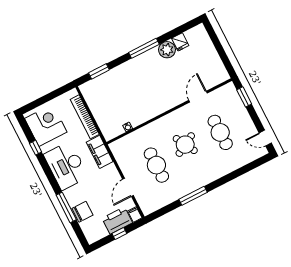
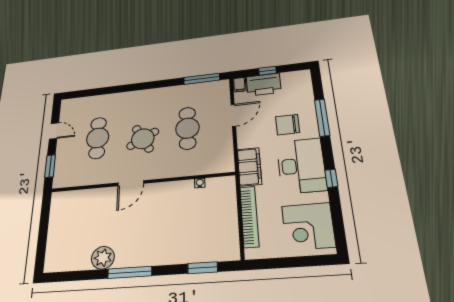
fridge: (180, 42) -> (82, 261), removed
door: (198, 97) -> (131, 183), moved
door: (265, 138) -> (54, 131), moved
window: (36, 148) -> (331, 178), moved
window: (193, 196) -> (202, 79), moved
chair: (82, 212) -> (287, 125), moved

